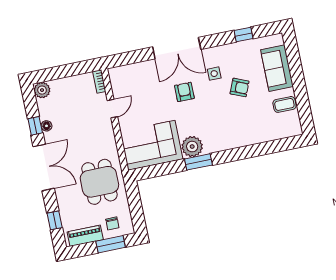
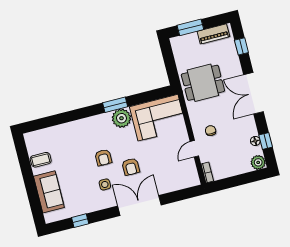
armchair: (240, 87) -> (103, 157), moved, turned -113
window: (35, 126) -> (266, 141), moved
floor lamp: (47, 126) -> (255, 141), moved
dining table: (99, 182) -> (203, 83), turned 90
chair: (112, 223) -> (211, 131), moved

